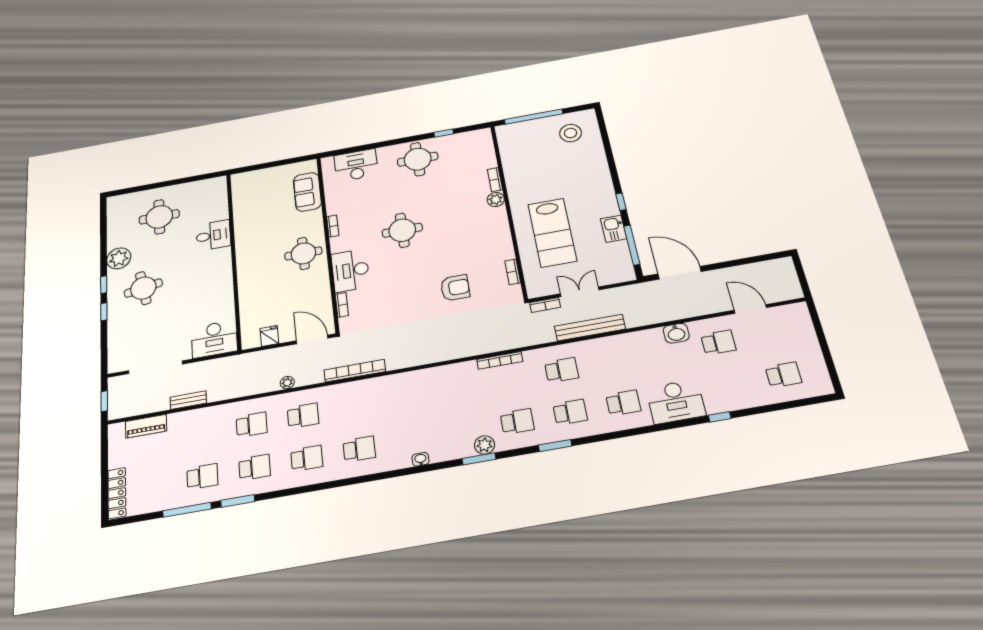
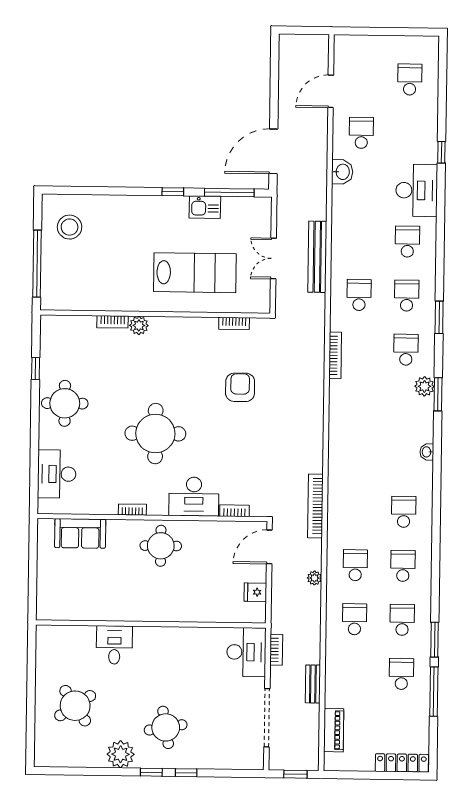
round table: (159, 217) -> (75, 706), turned -34
round table: (402, 230) -> (155, 434), width x1.36, depth x1.36
bookcase: (545, 305) -> (276, 650), moved

